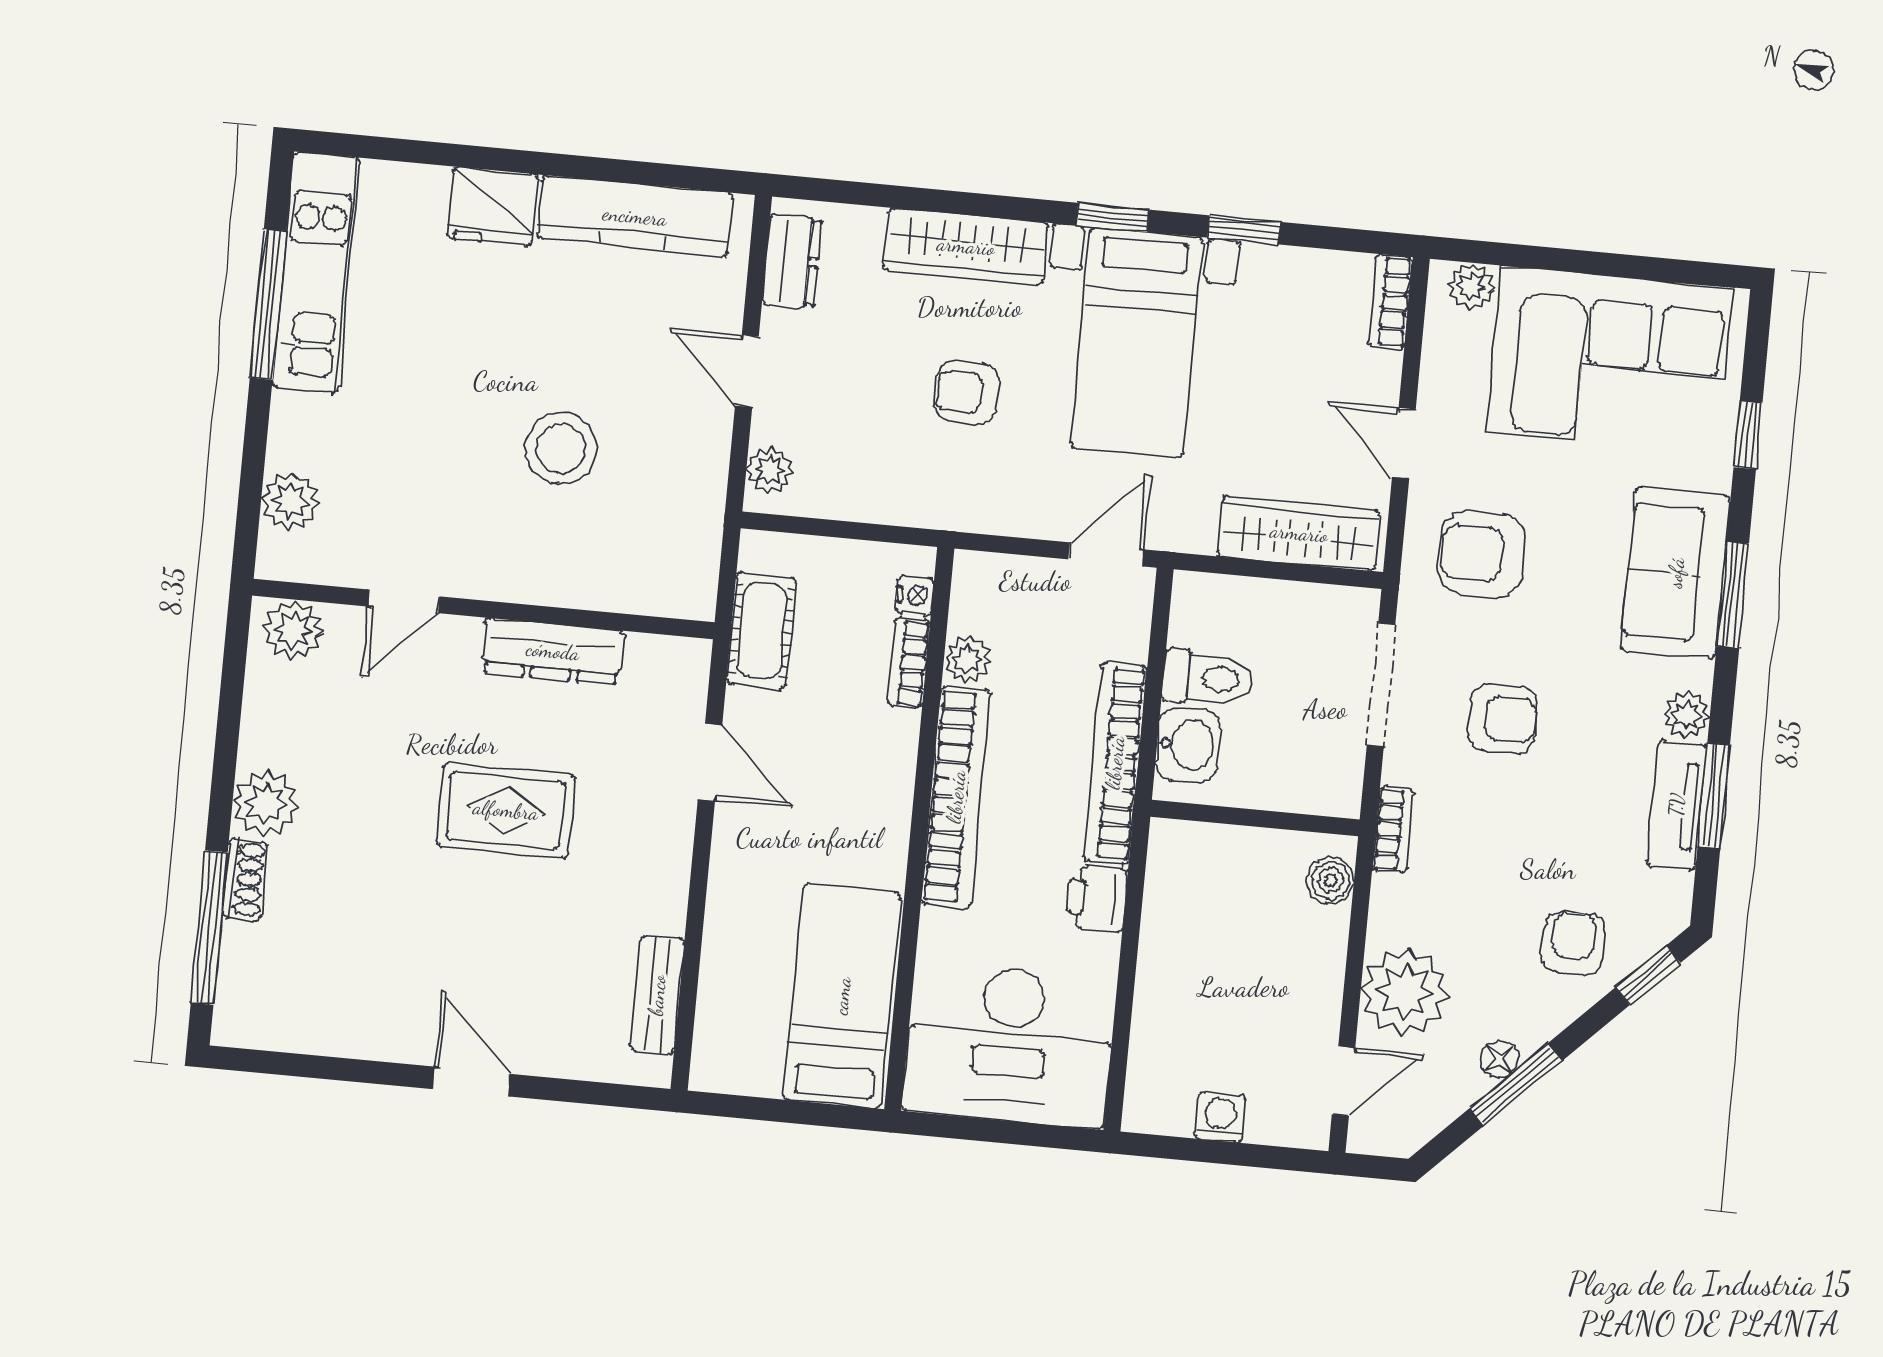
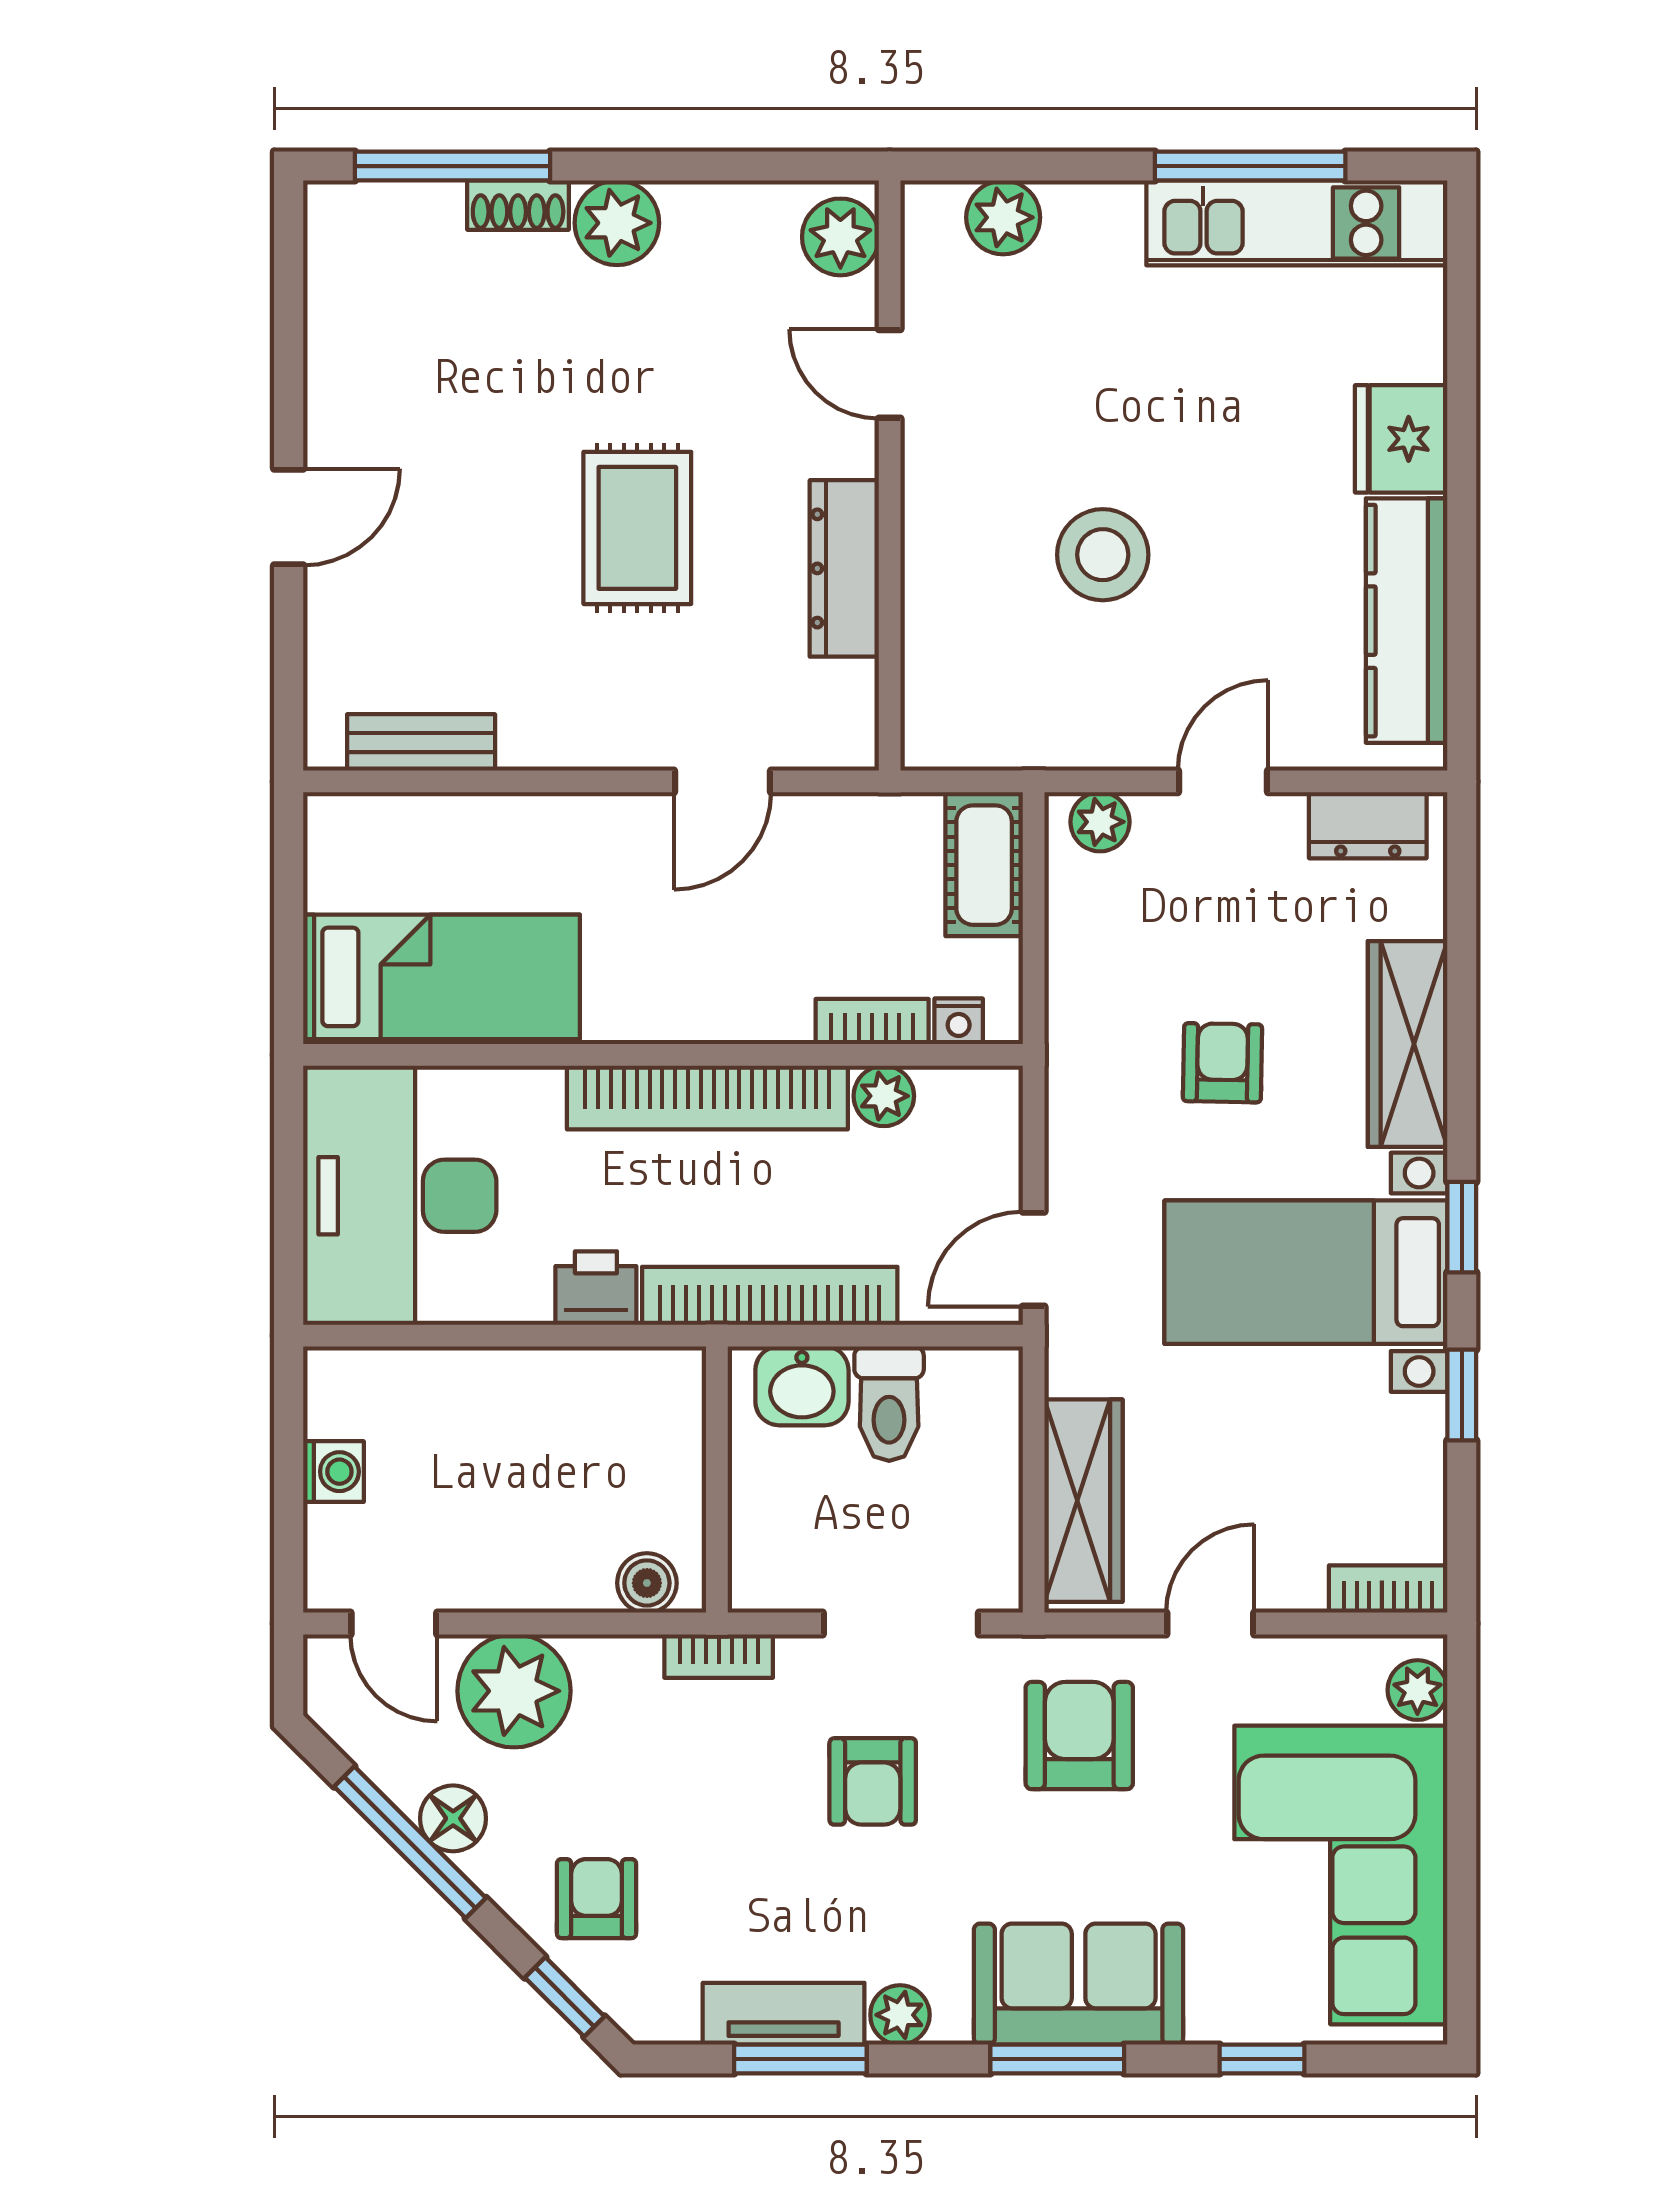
door: (1106, 554) -> (1034, 1259), swing flipped
cot: (761, 631) -> (984, 865), moved, turned 90
armchair: (1573, 943) -> (596, 1899), turned -90
floor lamp: (1499, 1059) -> (453, 1818), width x1.37, depth x1.37
window: (1516, 1085) -> (410, 1842), width x1.44

